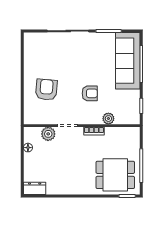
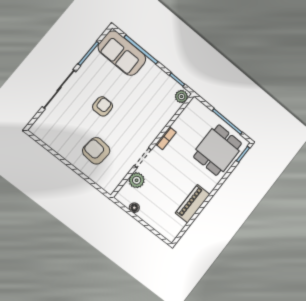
sofa: (128, 61) -> (122, 53), width x0.73
armchair: (90, 93) -> (103, 106), moved
plant: (108, 119) -> (181, 97), moved
piano: (63, 187) -> (193, 204), added
dresser: (35, 188) -> (174, 230), removed

